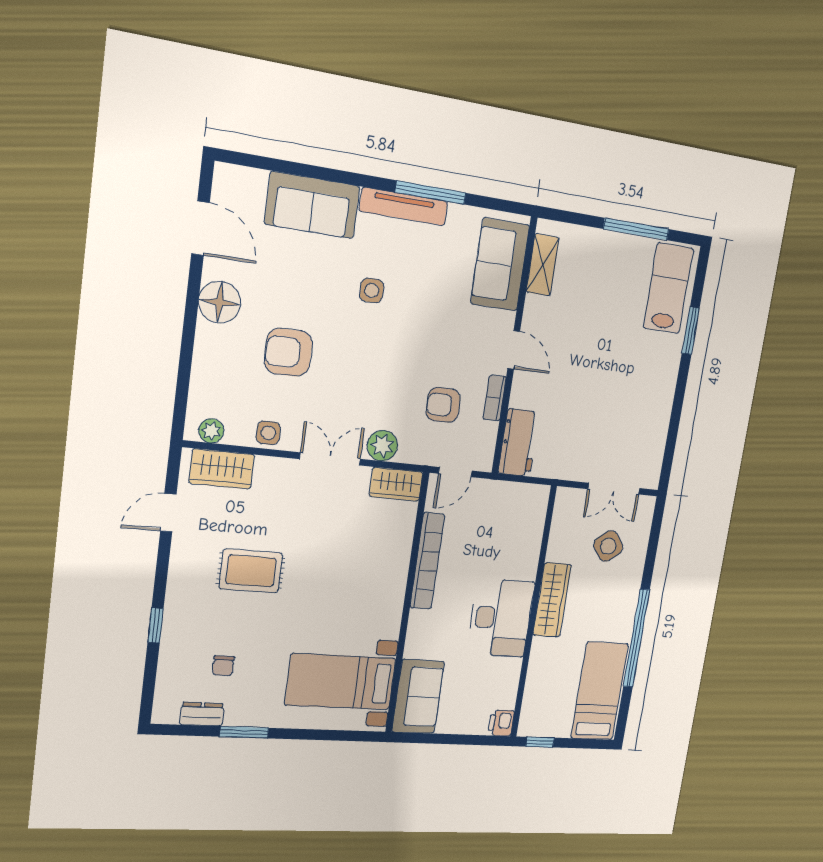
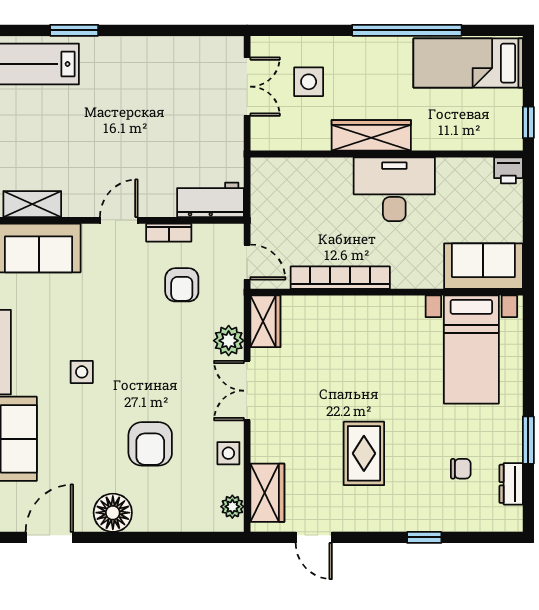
side table: (608, 546) -> (309, 82), turned 37

